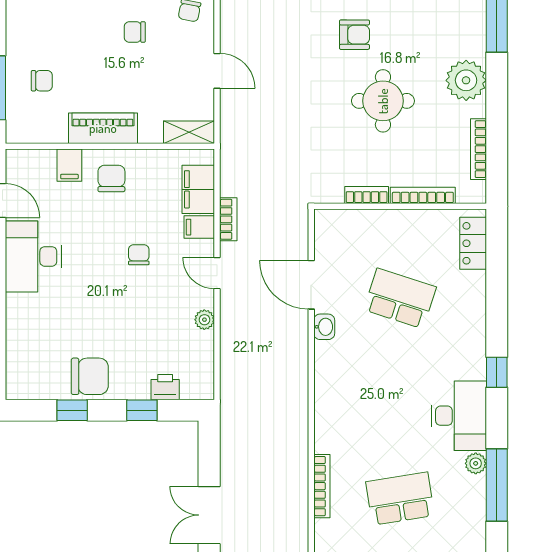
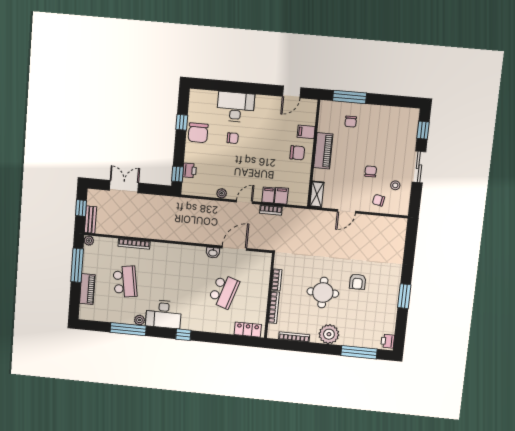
filing cabinet: (198, 189) -> (281, 196), width x0.50
chair: (139, 255) -> (233, 138), moved
desk: (33, 256) -> (236, 107), moved
window: (142, 410) -> (178, 174), moved

